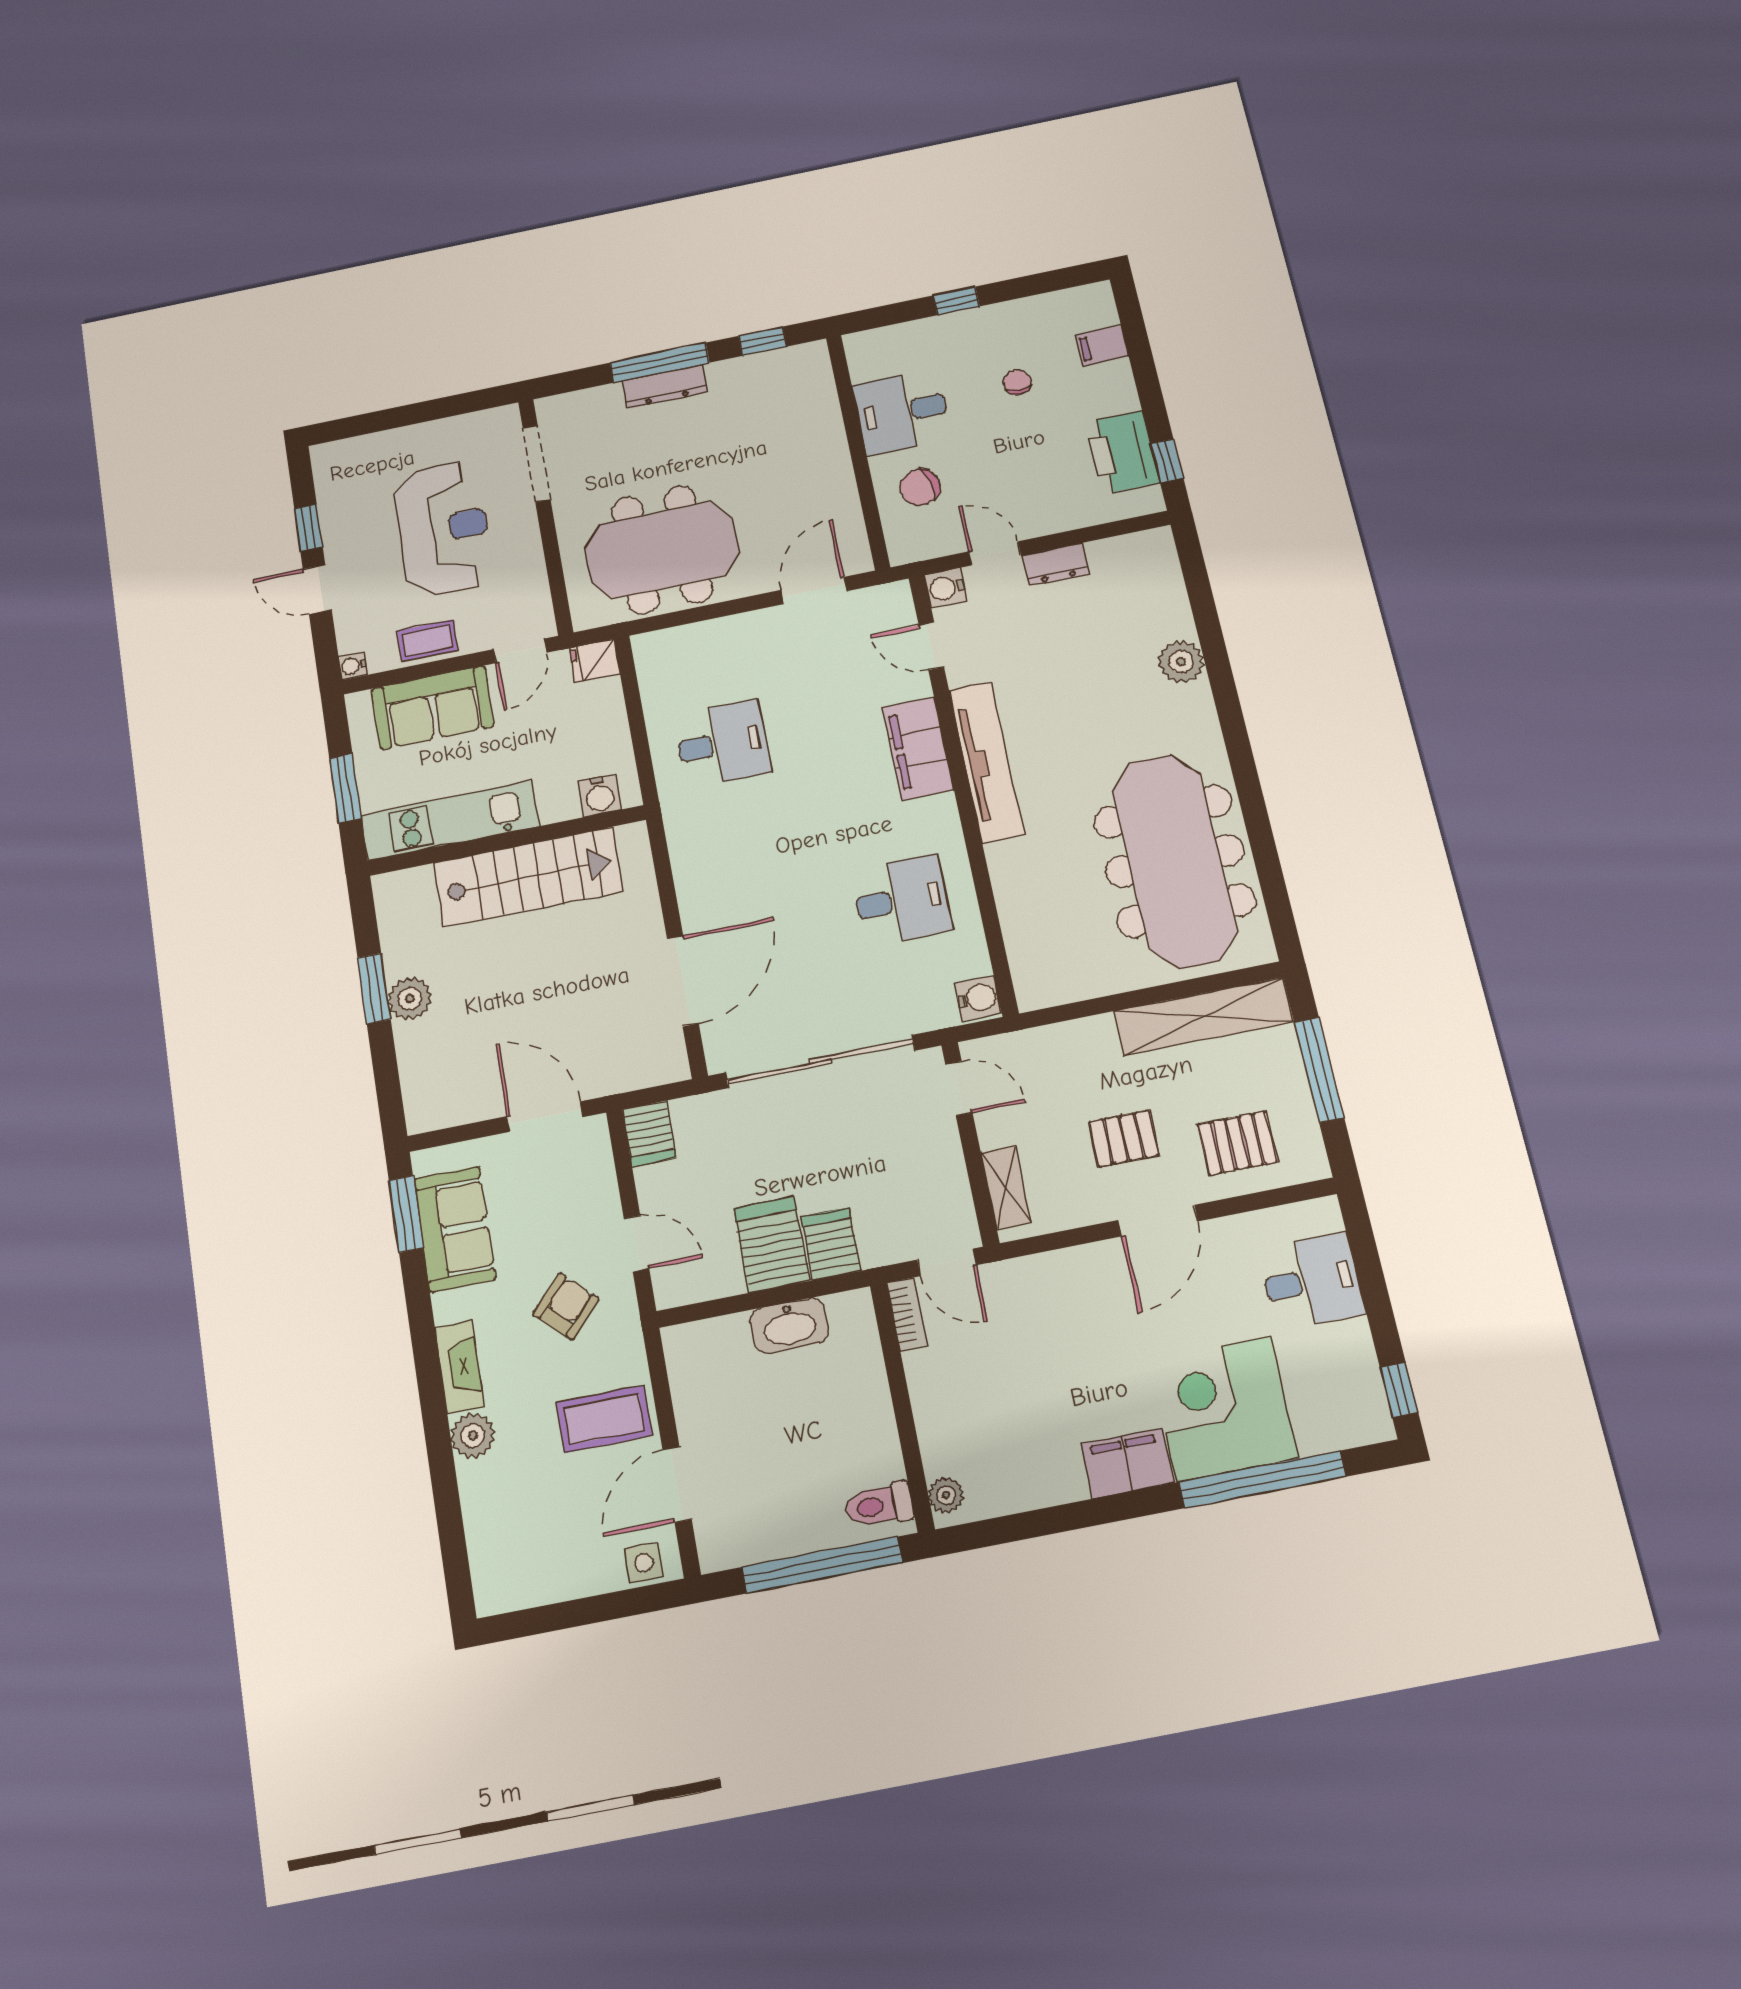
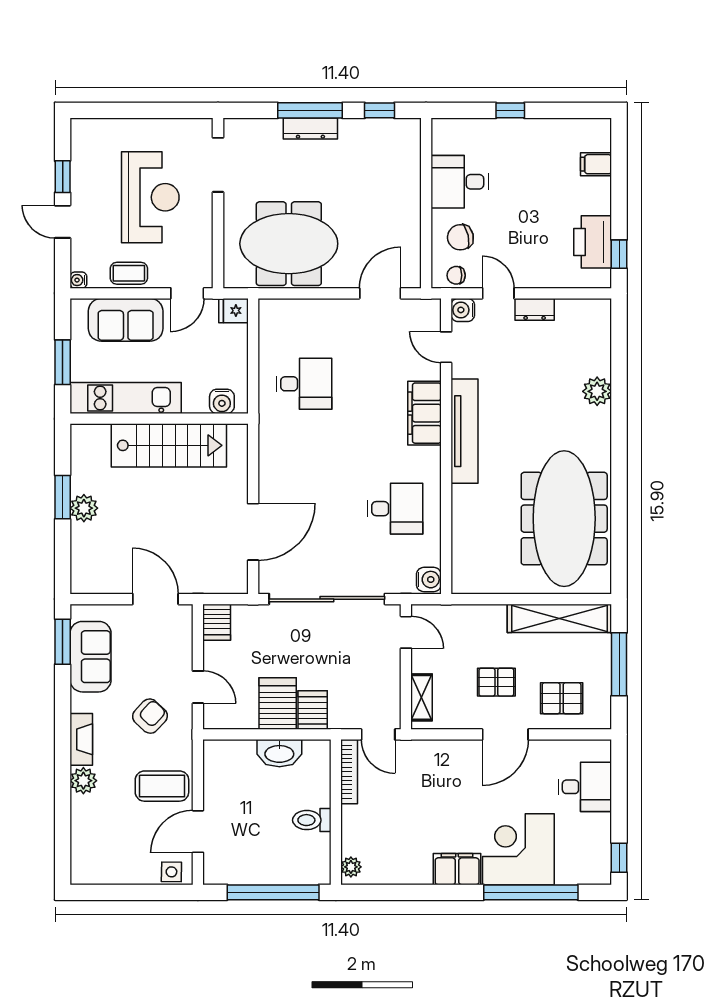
chair: (1017, 382) -> (456, 275), moved, turned -90
bookcase: (907, 1314) -> (349, 772), width x1.56
toilet: (879, 1505) -> (312, 820), moved

